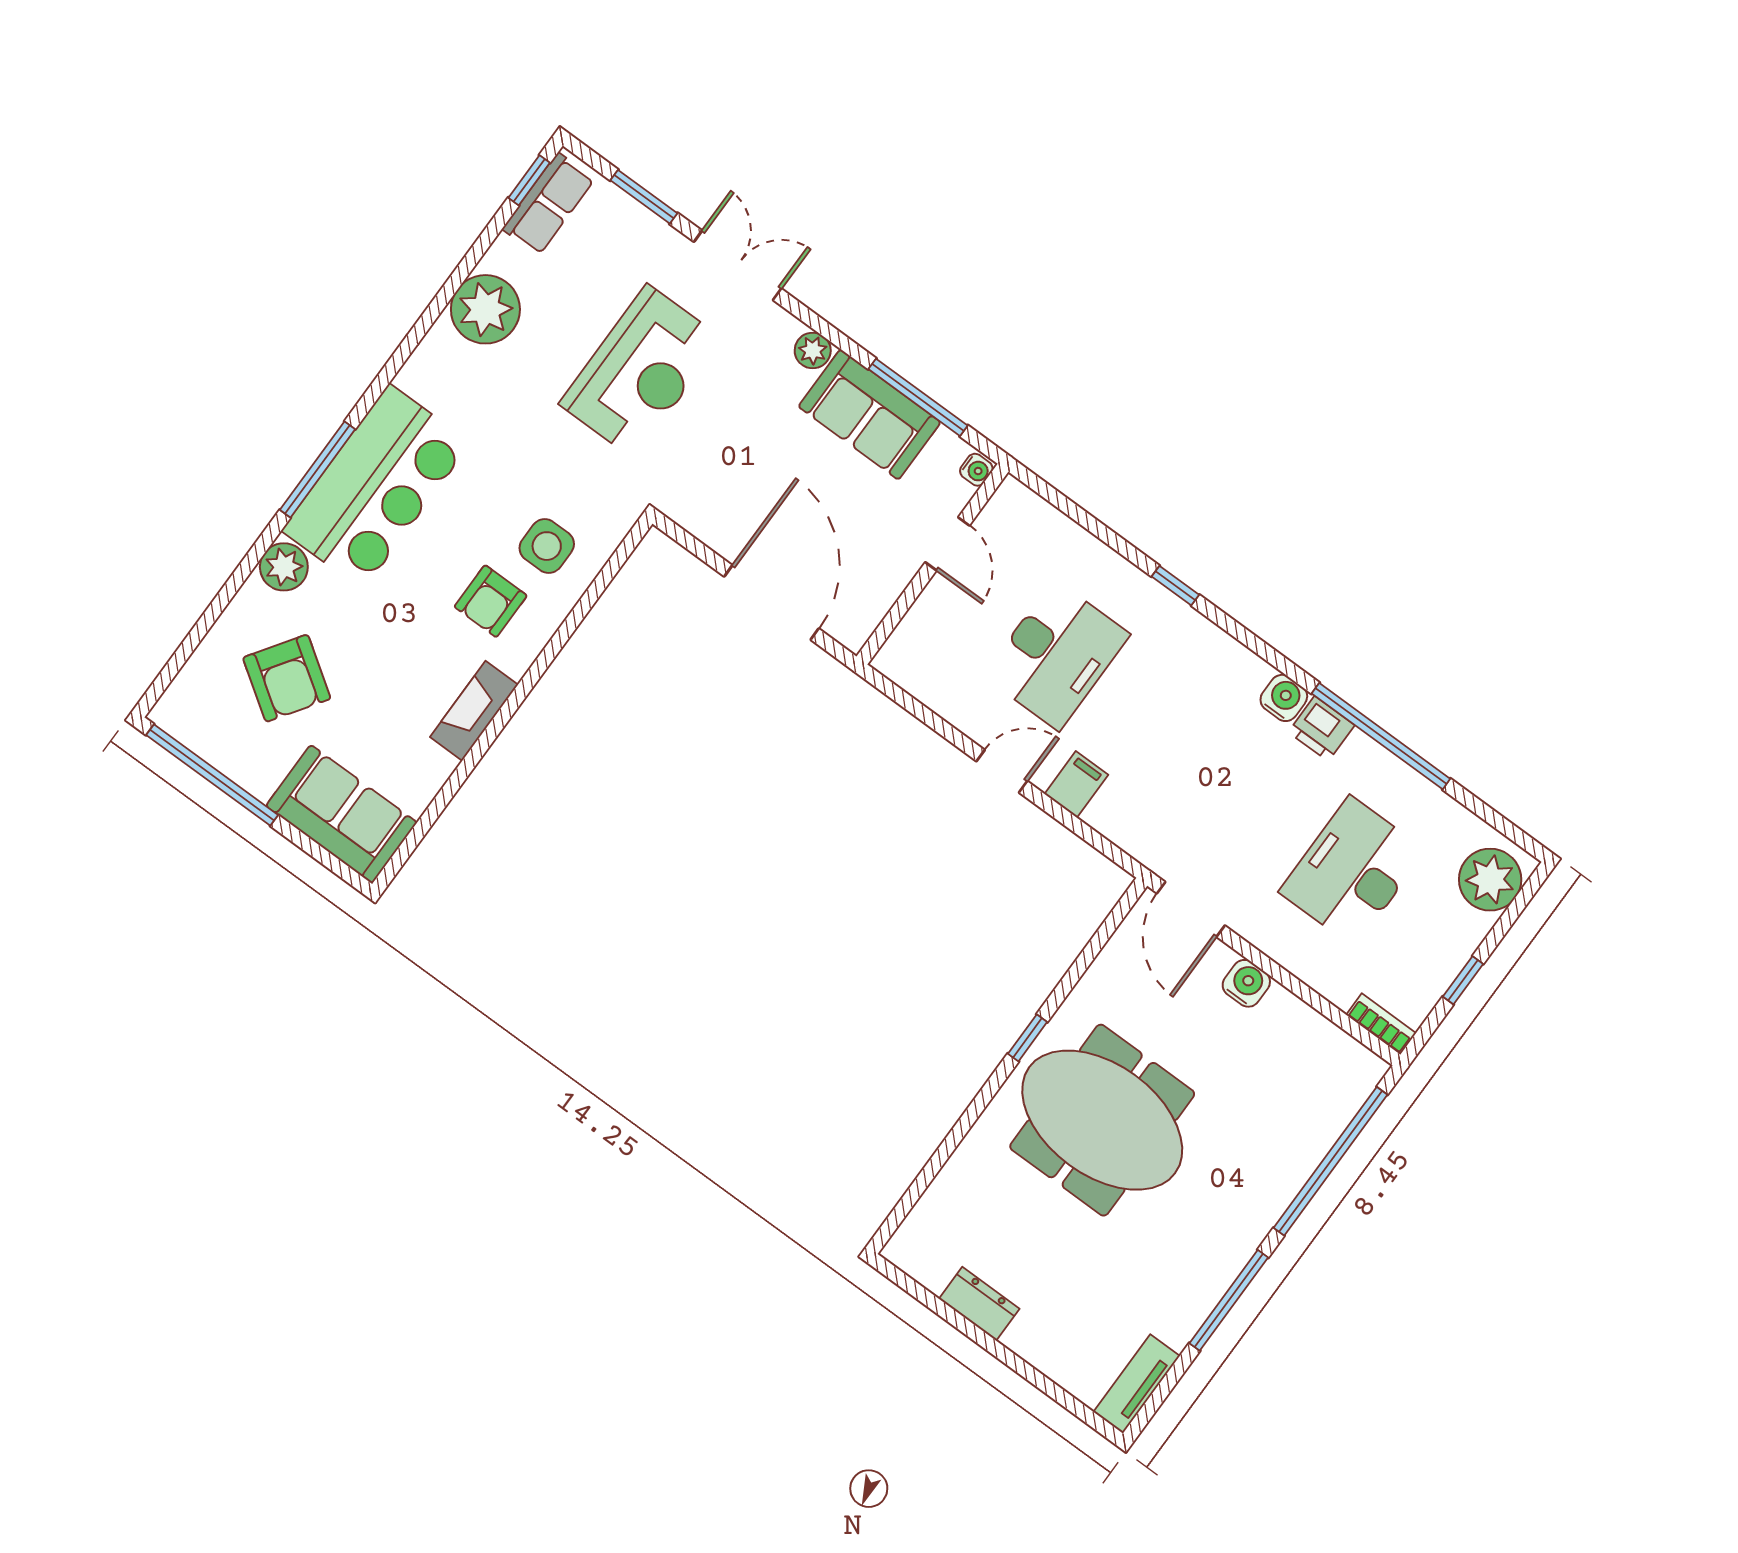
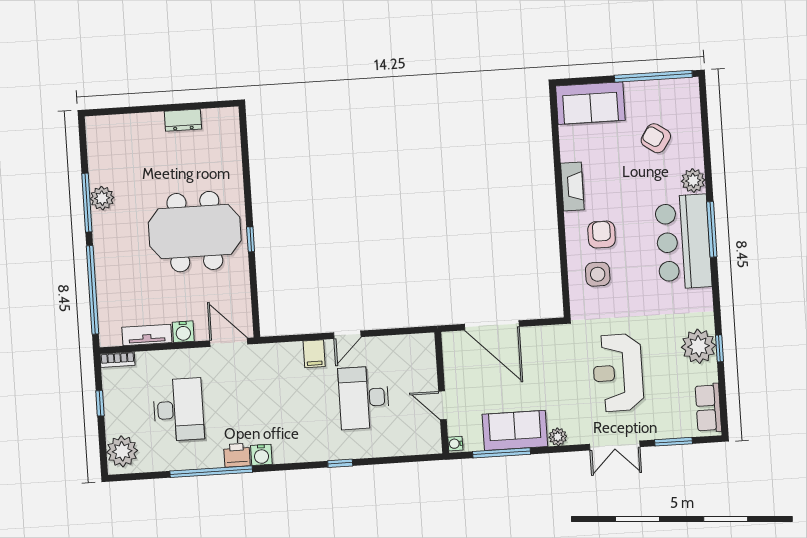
window: (529, 180) -> (719, 348), moved
armchair: (287, 678) -> (656, 138), width x0.72, depth x0.72
plant: (1200, 1288) -> (102, 198), added
tv unit: (1137, 1384) -> (147, 335), moved, turned -90

